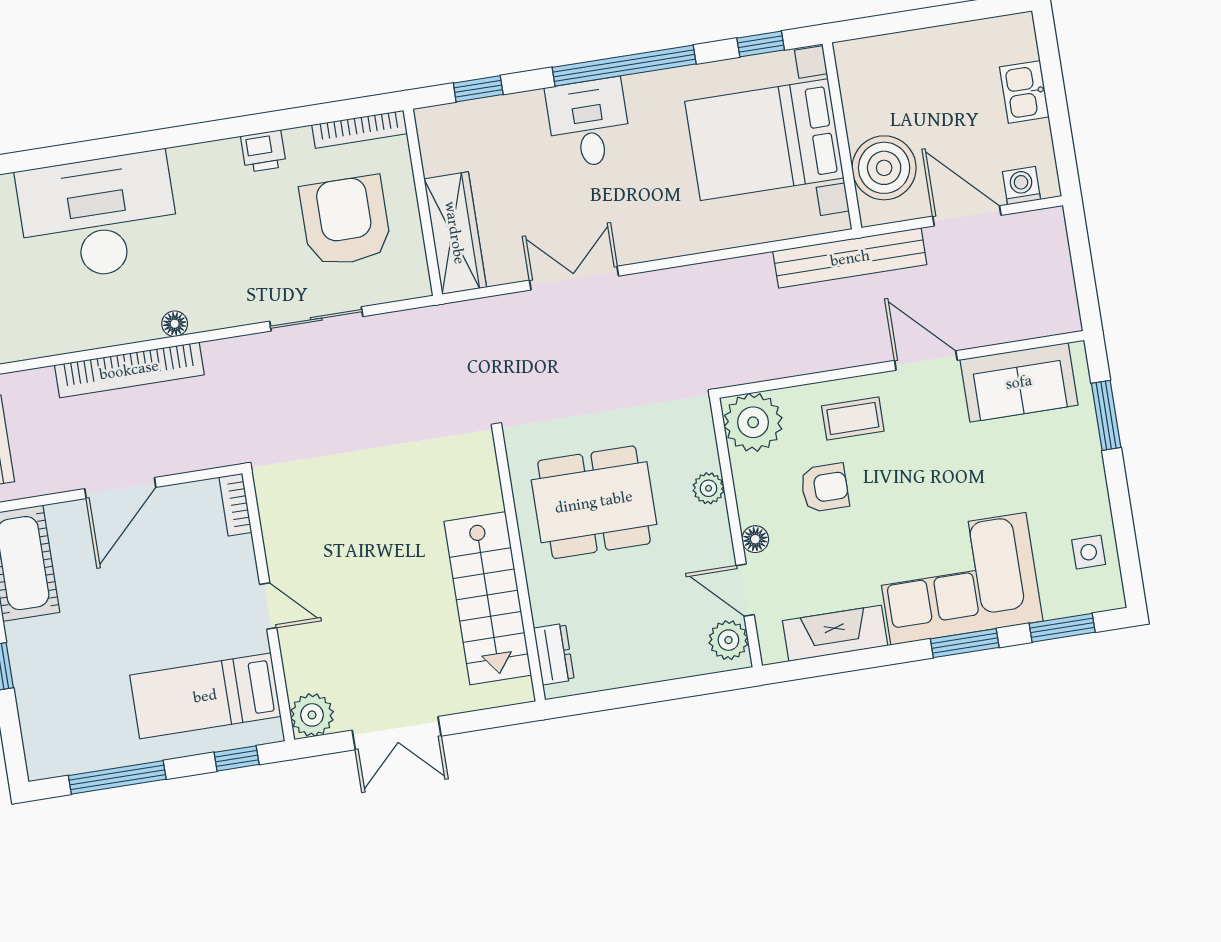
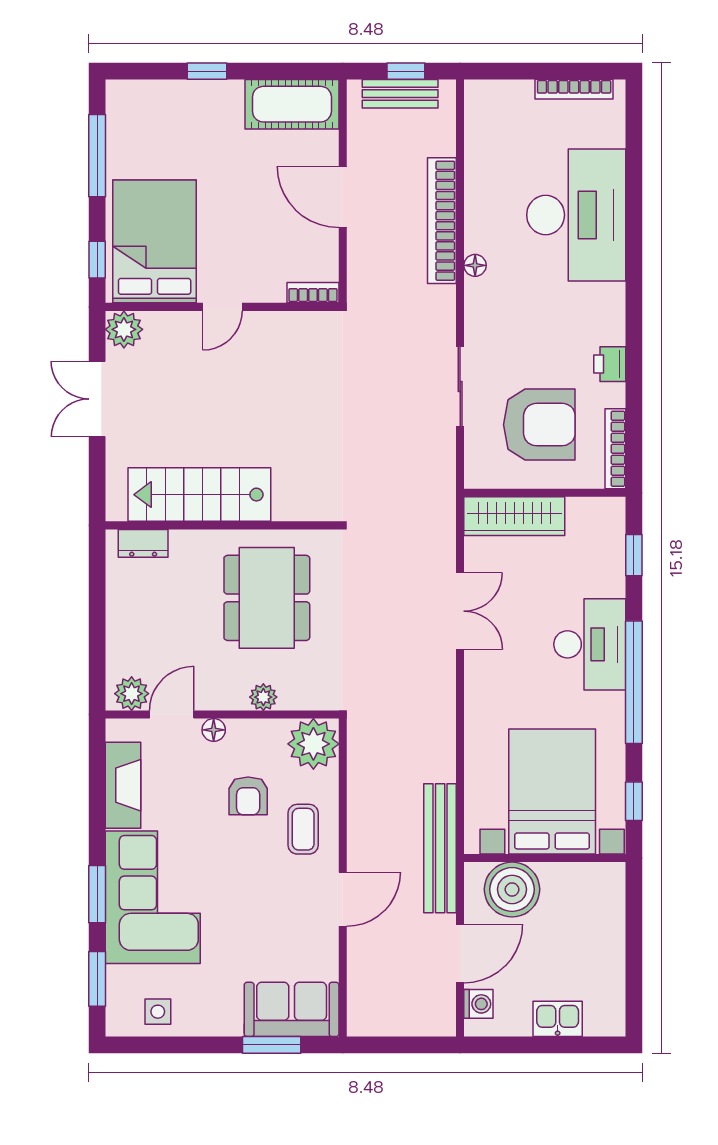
desk: (589, 123) -> (590, 644), width x1.37
sofa: (1019, 382) -> (292, 1009), moved, turned 90
bed: (205, 696) -> (155, 241), width x1.50

